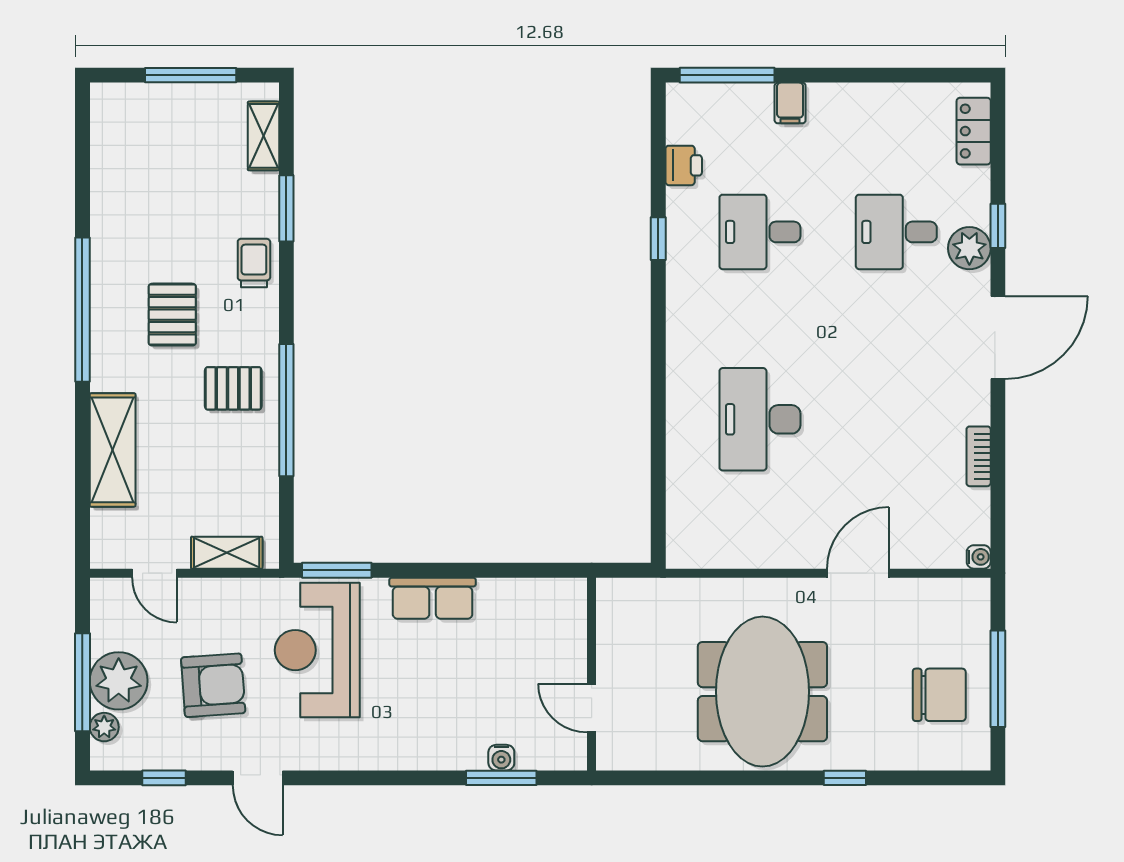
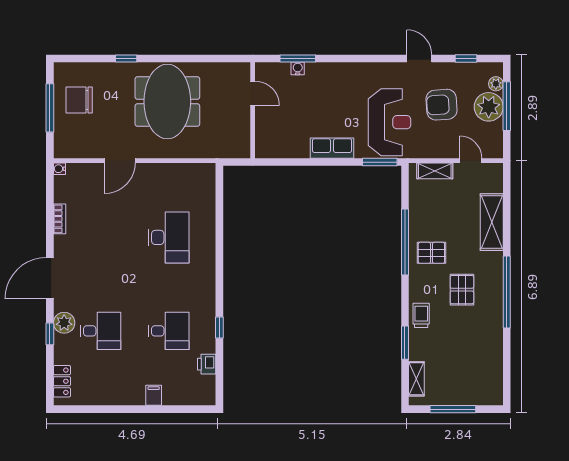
window: (727, 75) -> (185, 409), removed
trolley: (254, 263) -> (421, 315), turned 180

